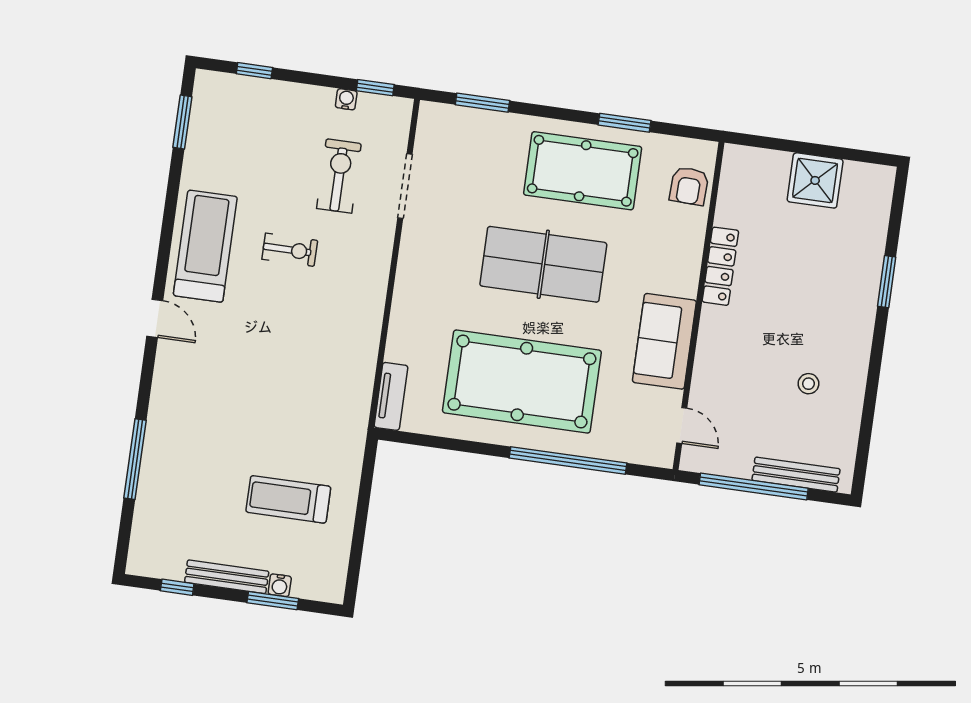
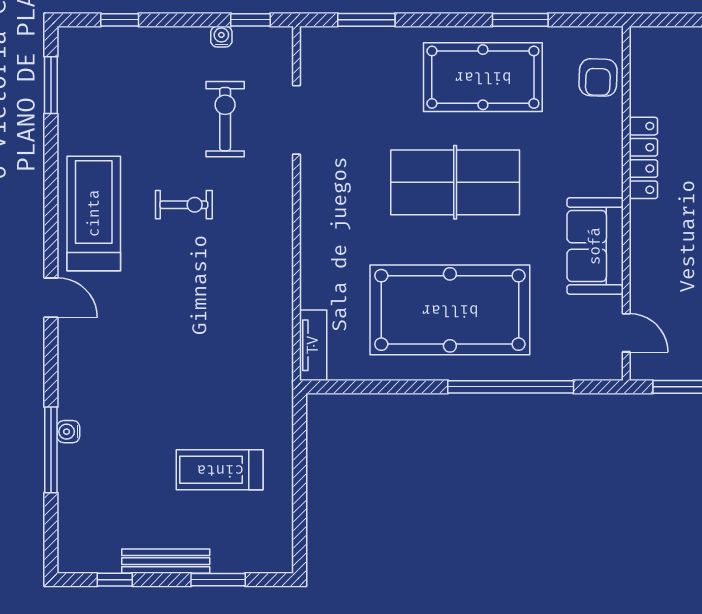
water cooler: (280, 585) -> (68, 432), moved, turned 90

